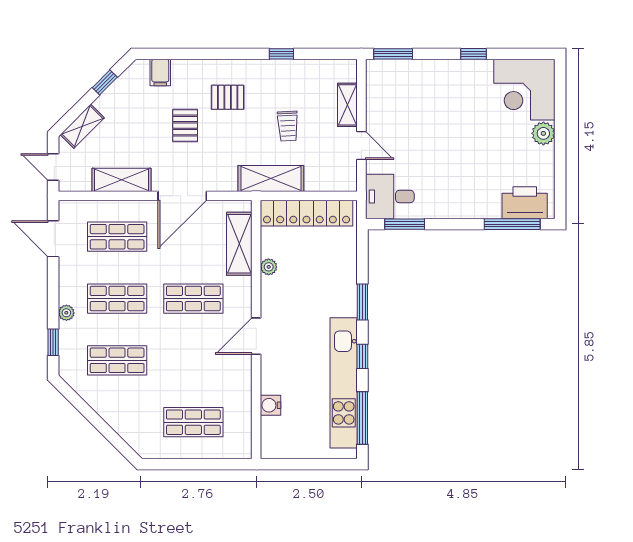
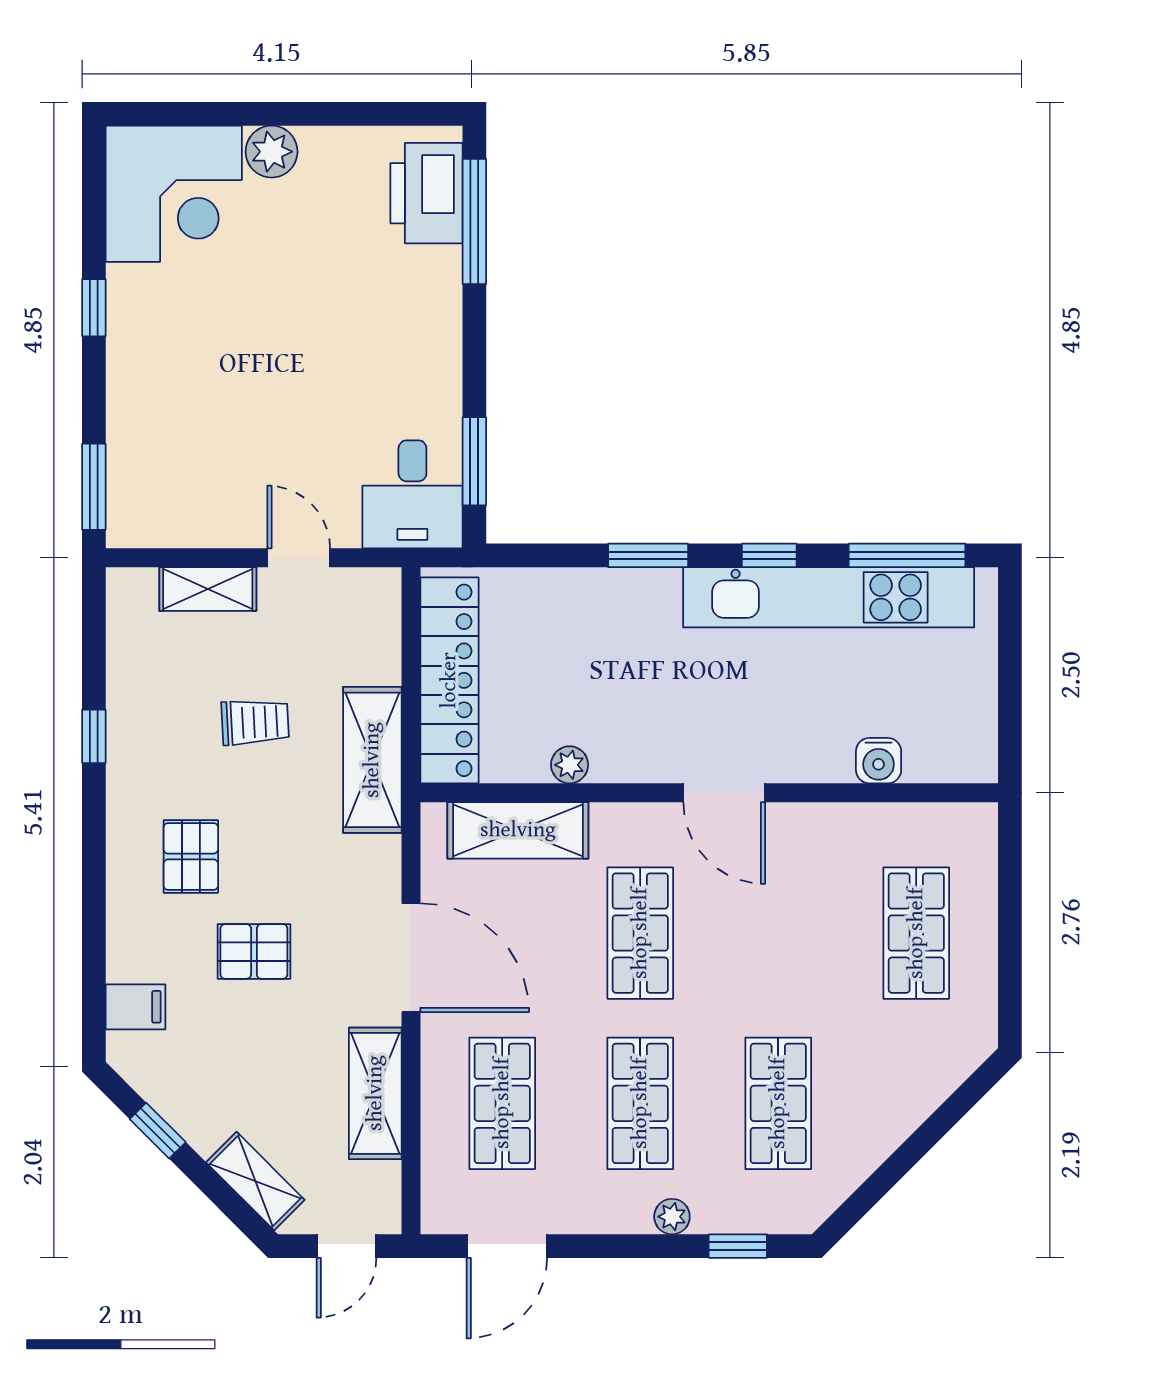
door: (361, 146) -> (299, 558), hinge flipped

